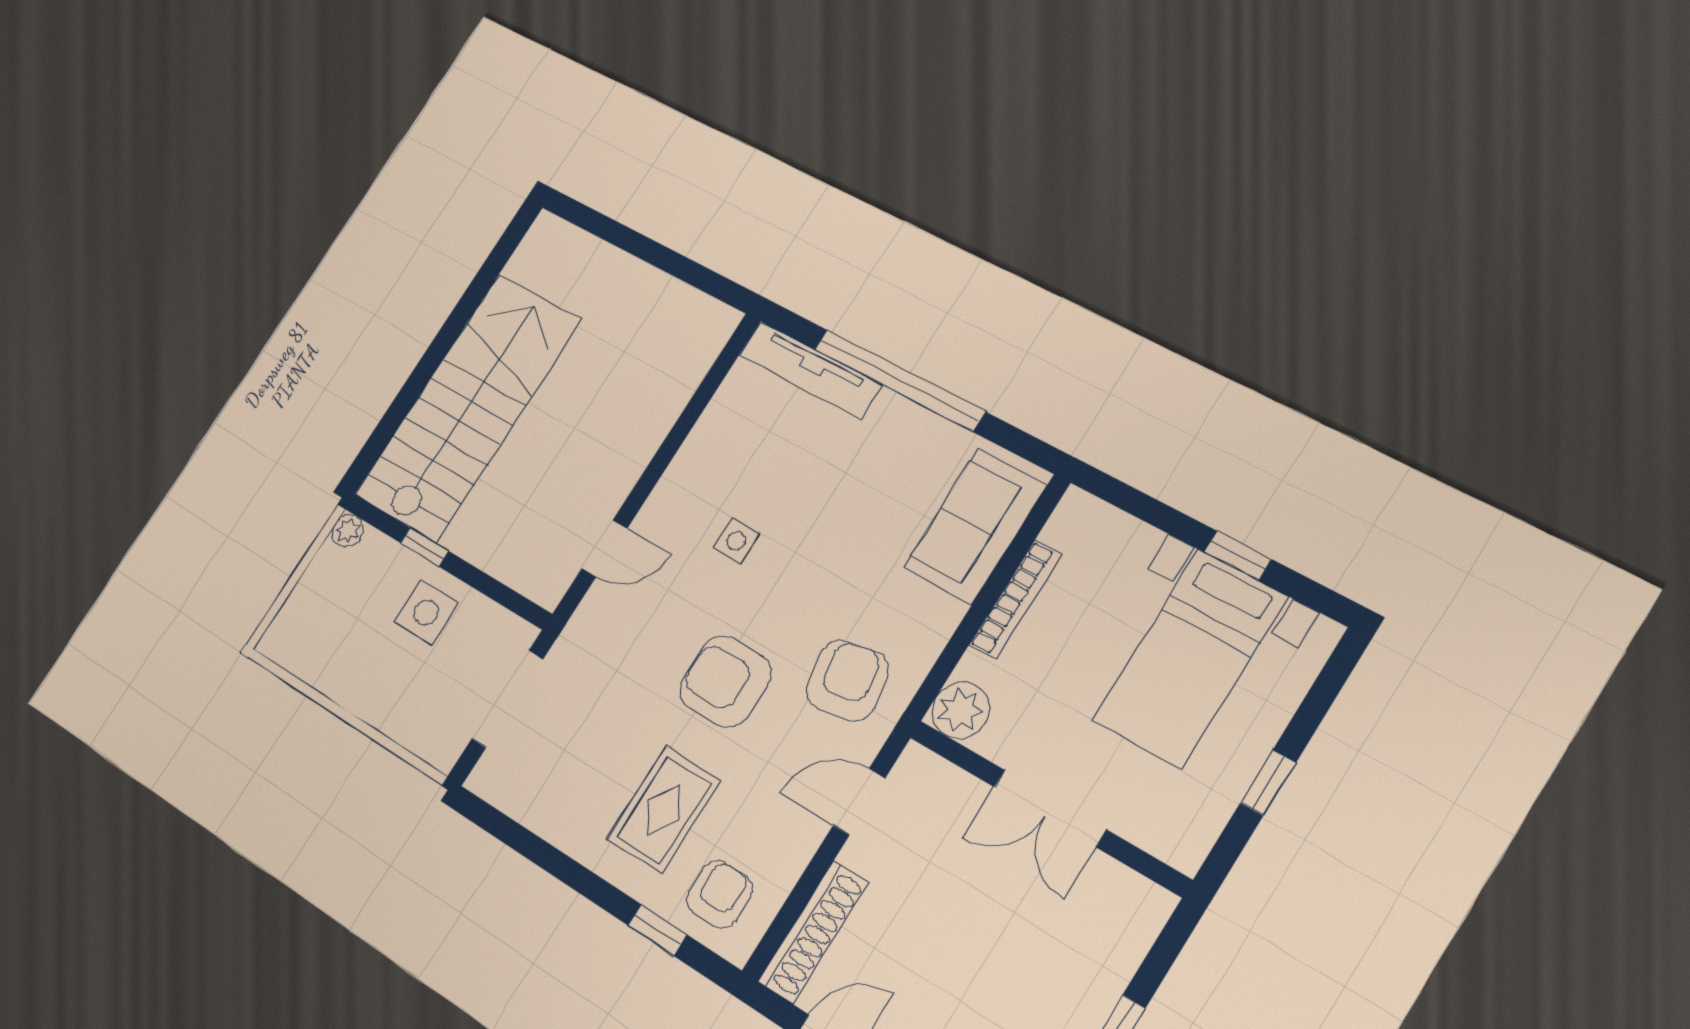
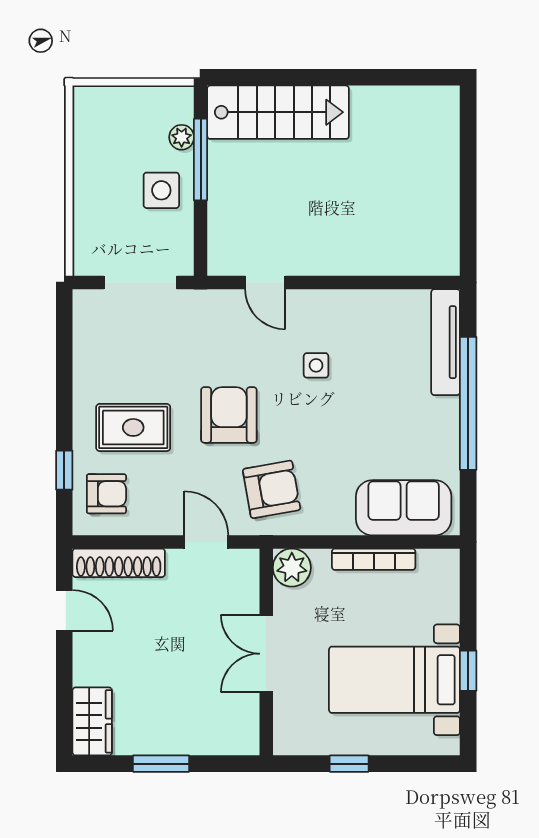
stairs: (468, 407) -> (278, 112), width x0.73, depth x0.66
plant: (348, 531) -> (182, 137), moved
window: (425, 547) -> (201, 160), width x2.17

